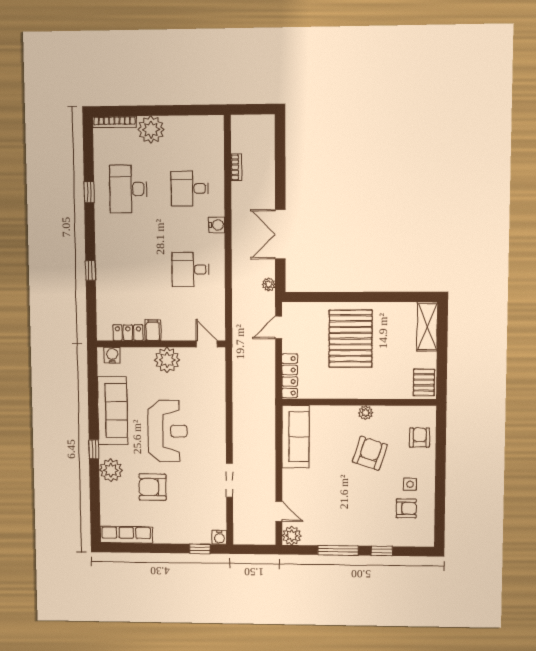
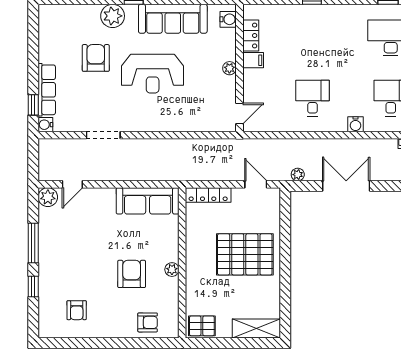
plant: (167, 360) -> (229, 68), width x0.53, depth x0.53
armchair: (370, 453) -> (132, 274), turned -108
side table: (410, 484) -> (101, 314), removed
row of seats: (126, 535) -> (47, 90), moved

